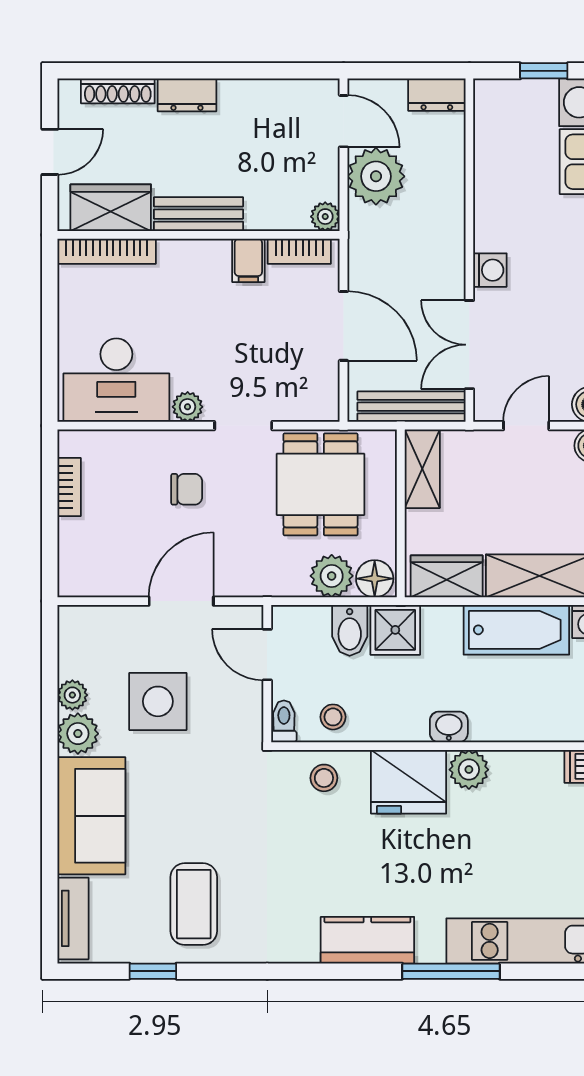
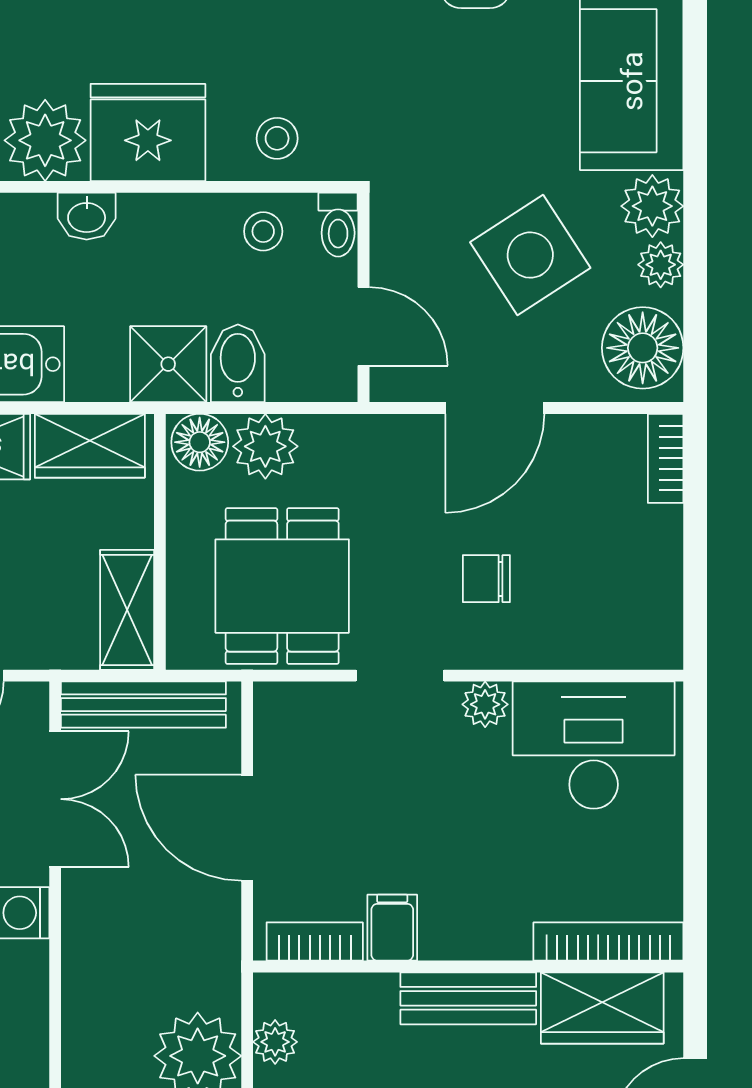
plant: (325, 217) -> (275, 1042), moved
bookcase: (69, 487) -> (666, 458), moved
floor lamp: (84, 641) -> (643, 348), added
side table: (158, 701) -> (530, 255), turned -33
plant: (469, 770) -> (45, 140), width x1.36, depth x1.36

